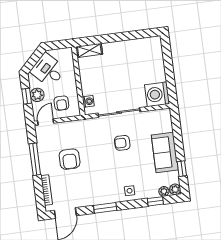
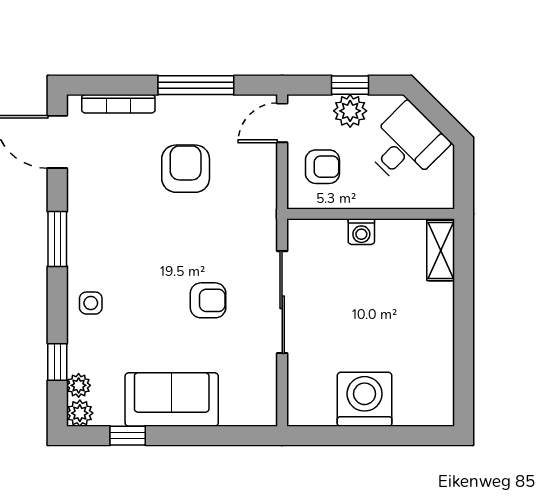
washing machine: (157, 94) -> (365, 399), moved
washing machine: (88, 101) -> (361, 232), moved
armchair: (61, 103) -> (322, 167), turned 180
door: (46, 122) -> (282, 123), swing flipped
armchair: (122, 143) -> (208, 300), turned 90
armchair: (70, 159) -> (186, 169), turned 90

